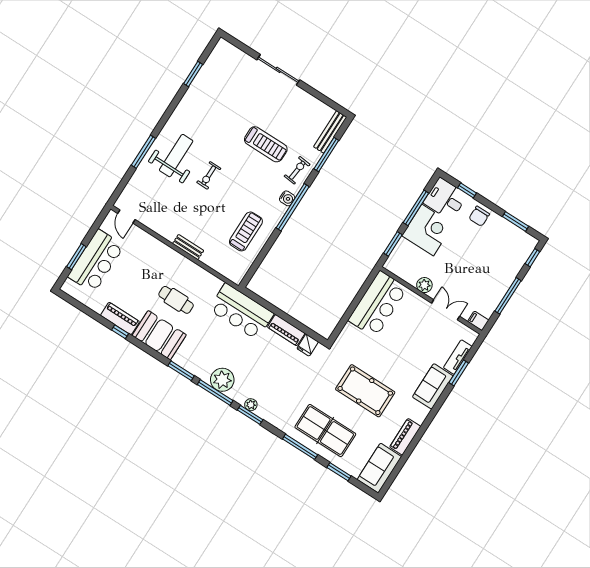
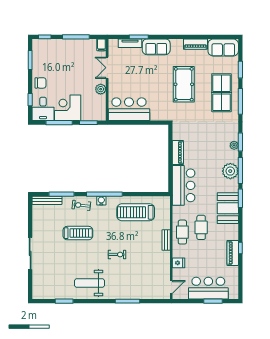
treadmill: (266, 144) -> (78, 233), turned 90
weight bench: (176, 156) -> (90, 283), moved
treadmill: (246, 231) -> (136, 212), width x1.37, depth x1.38
cafe table: (185, 273) -> (182, 232), added
booth: (159, 335) -> (228, 208), moved
fridge: (308, 345) -> (179, 263), moved

